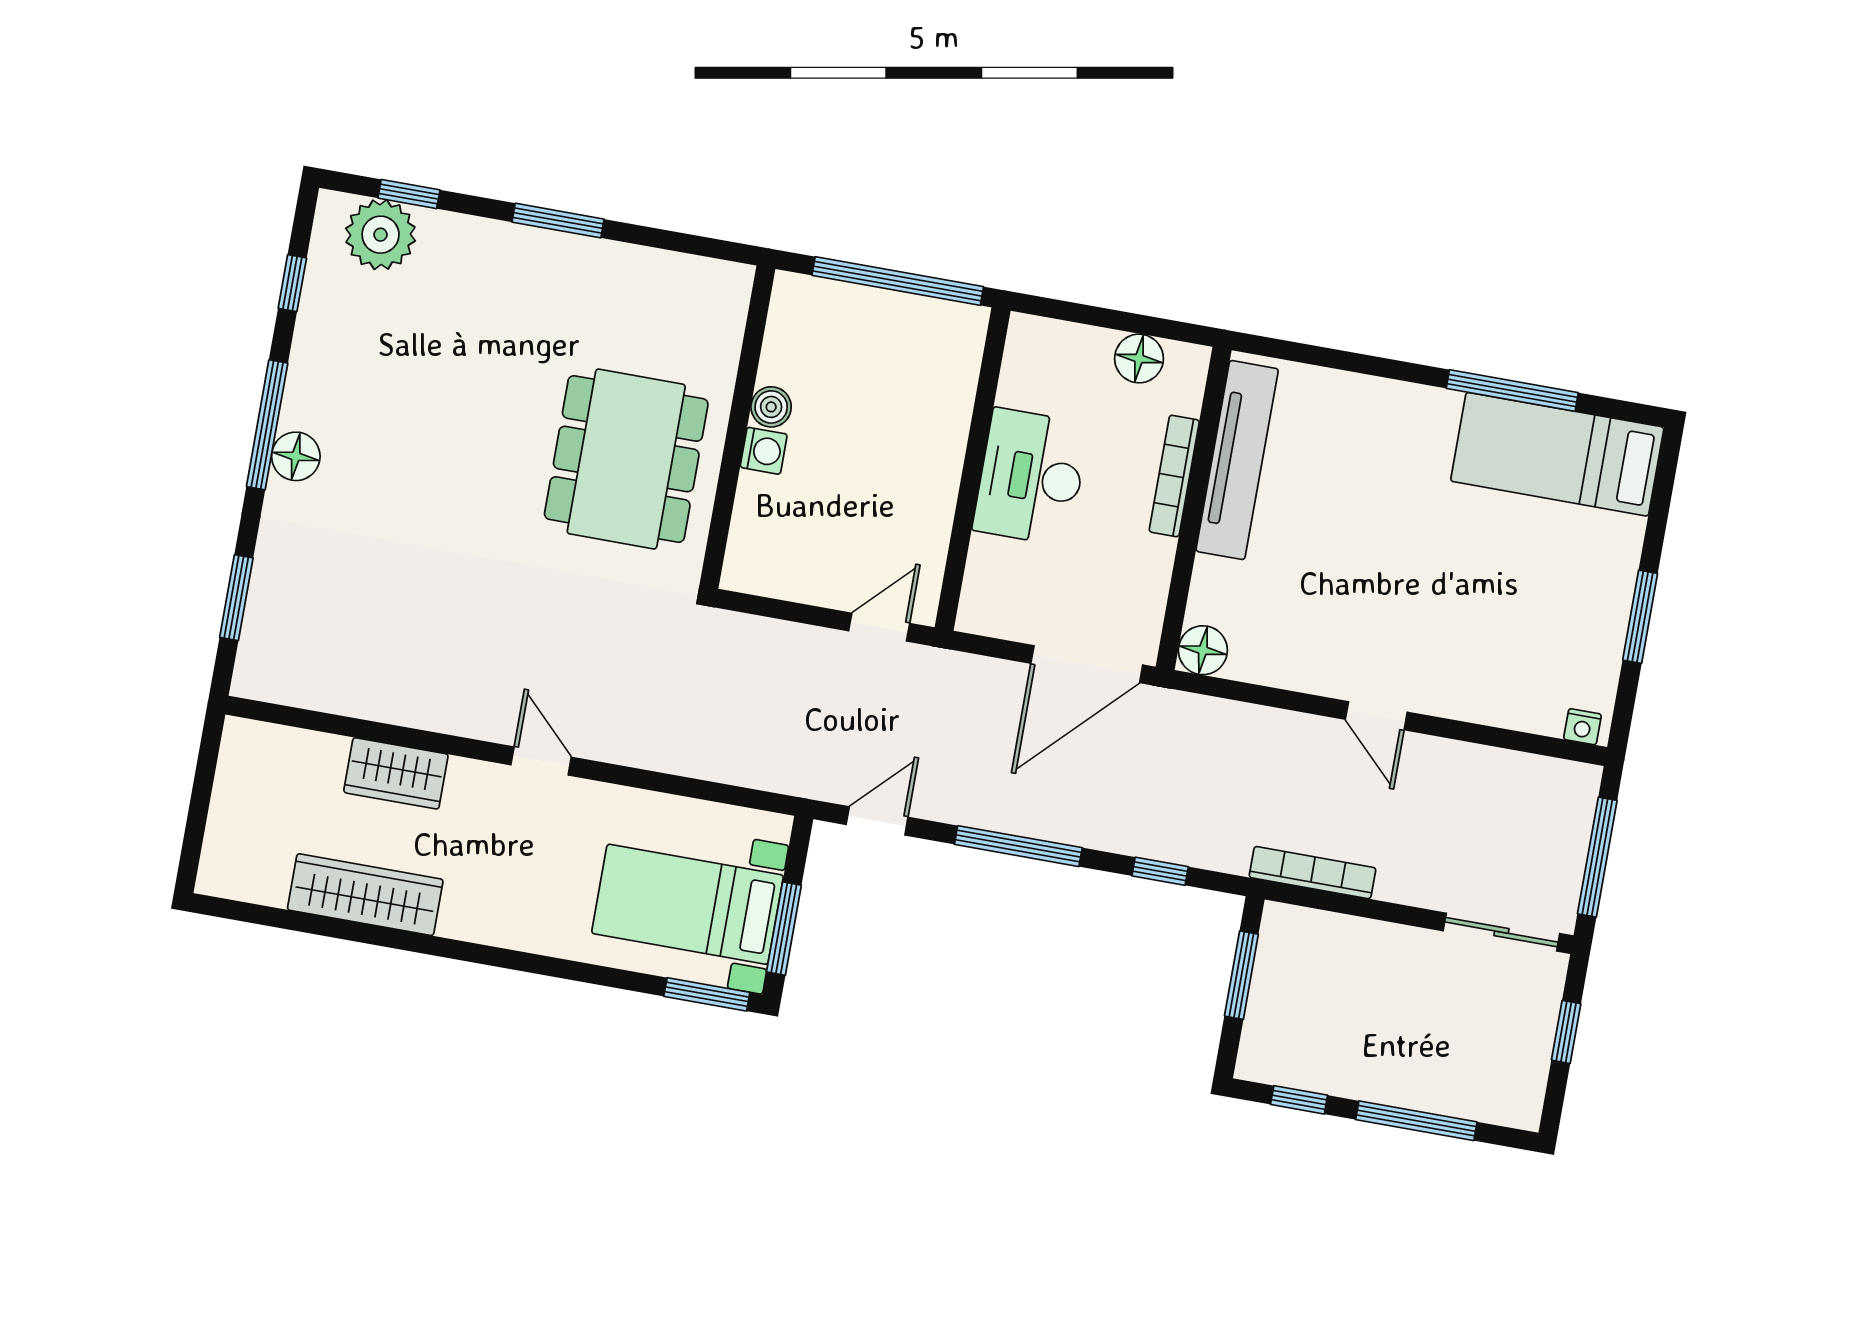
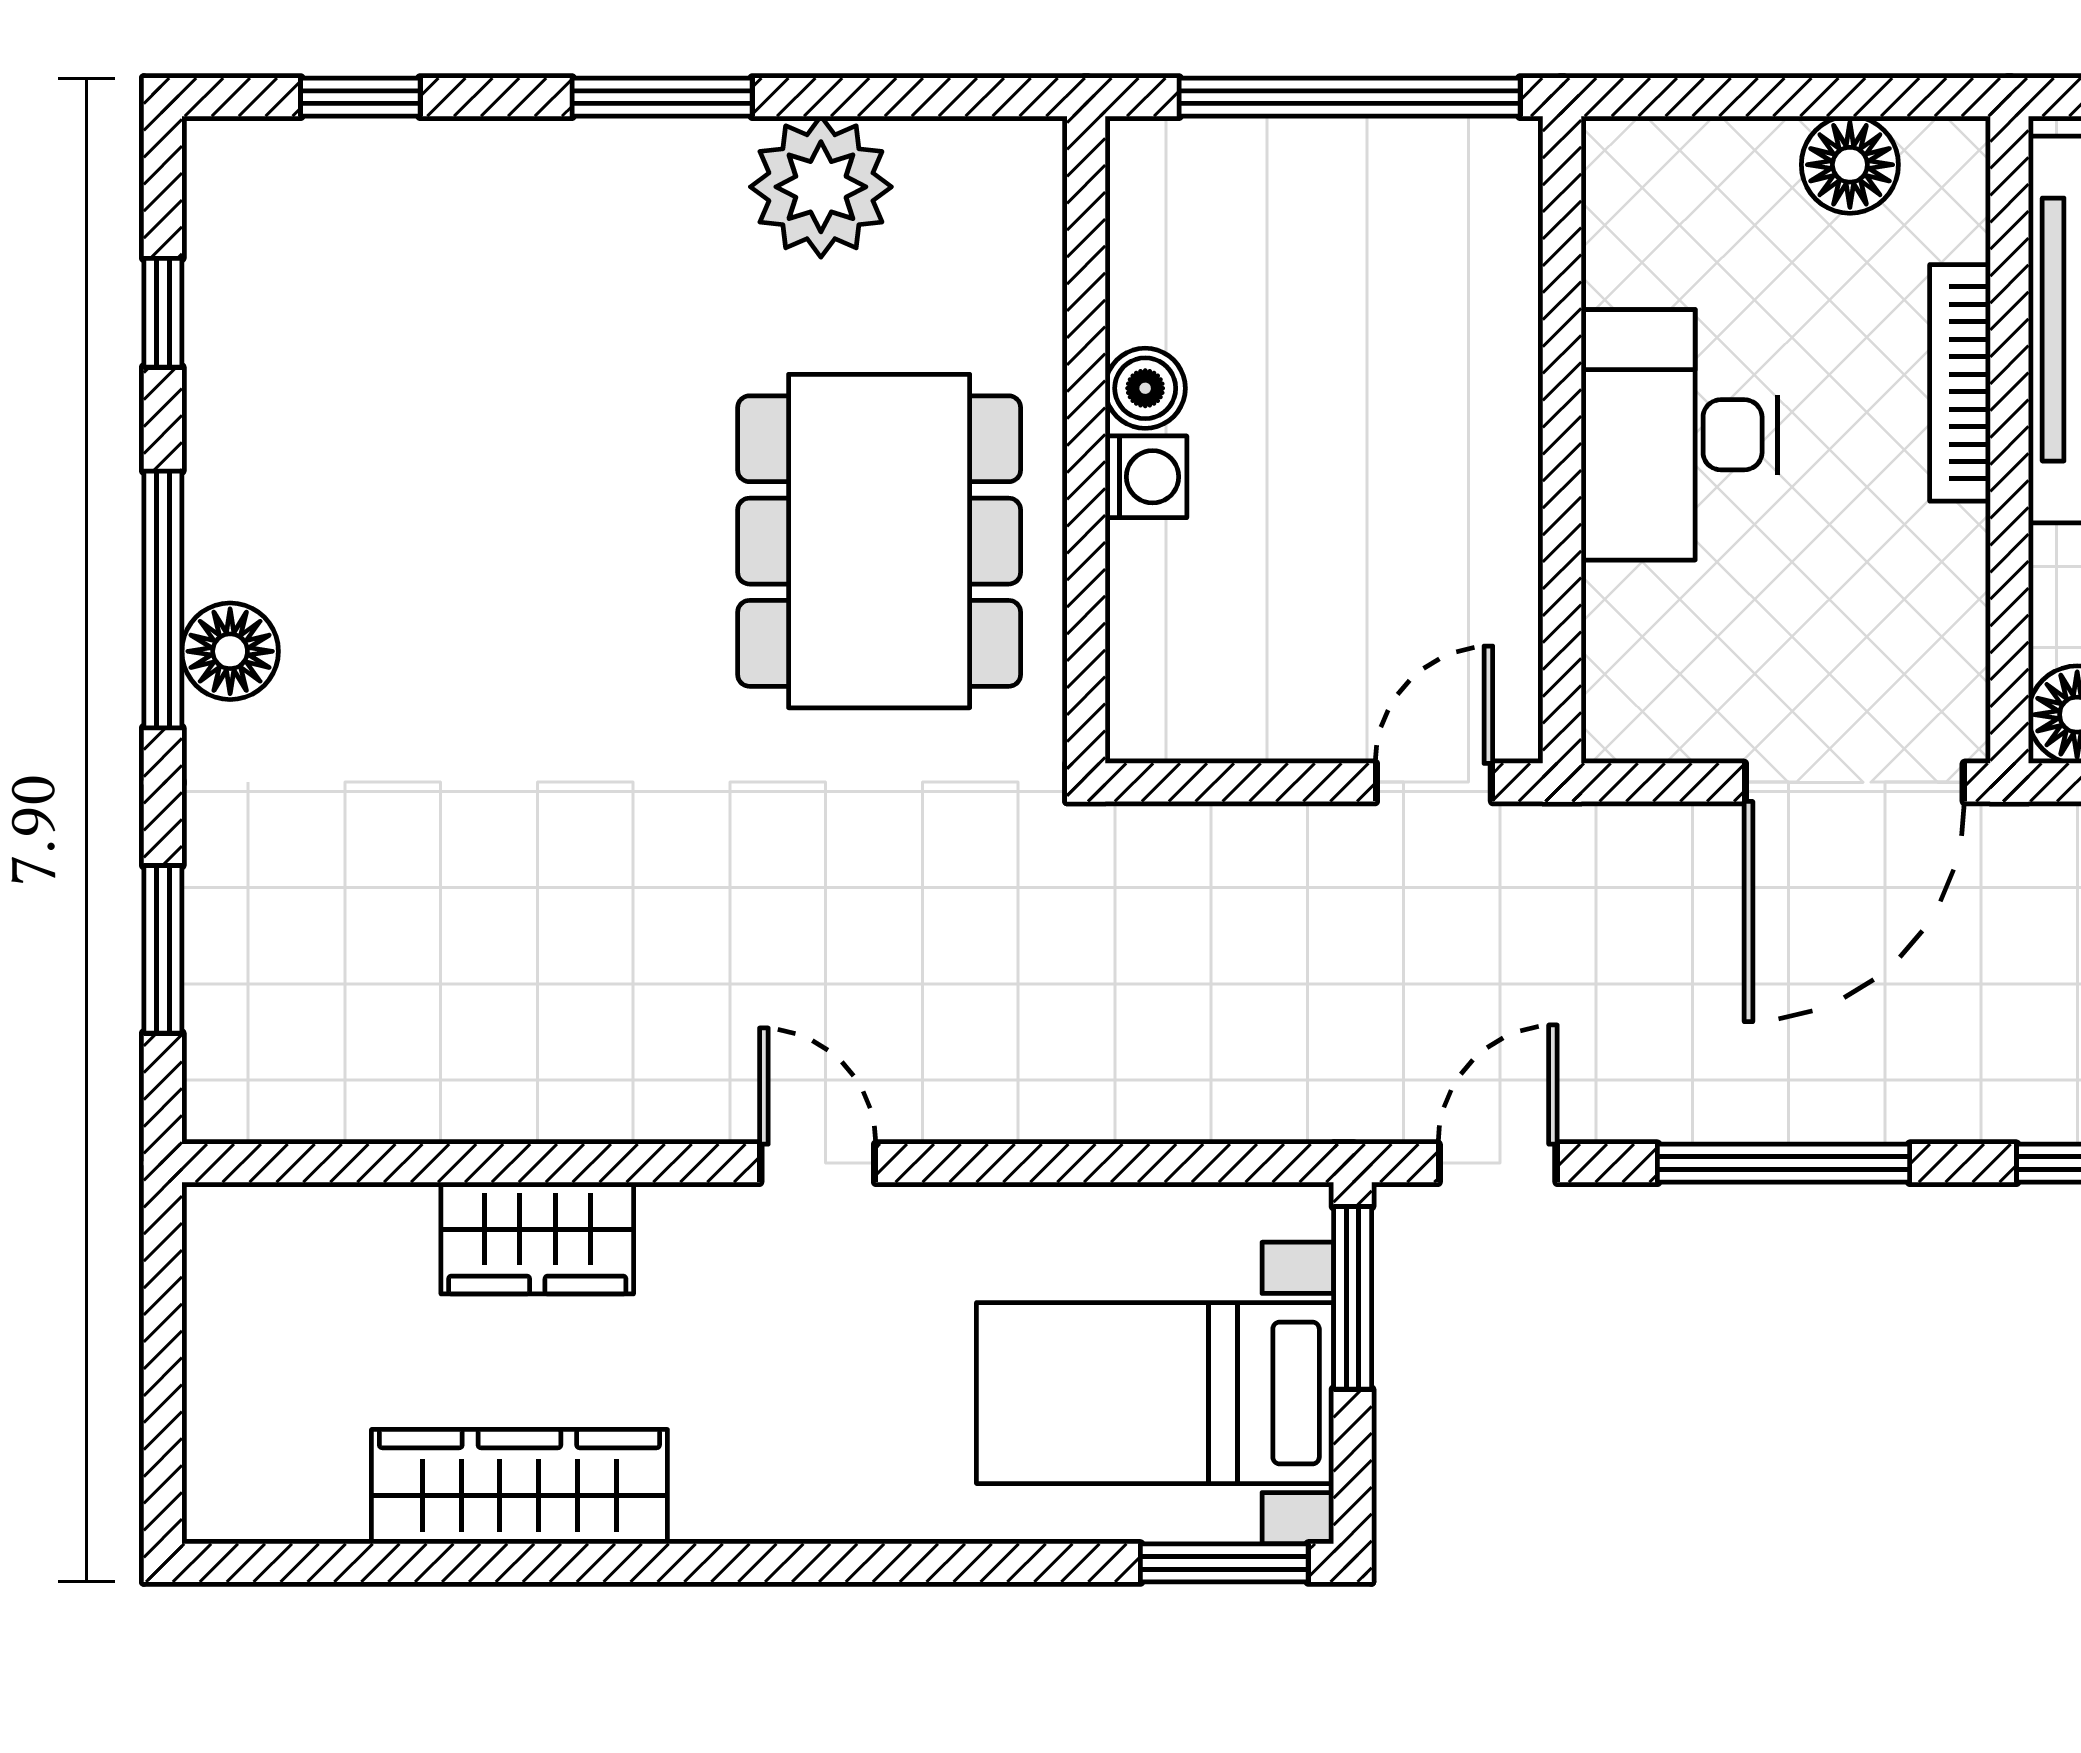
plant: (381, 235) -> (821, 187), moved
window: (784, 929) -> (1353, 1298), moved

